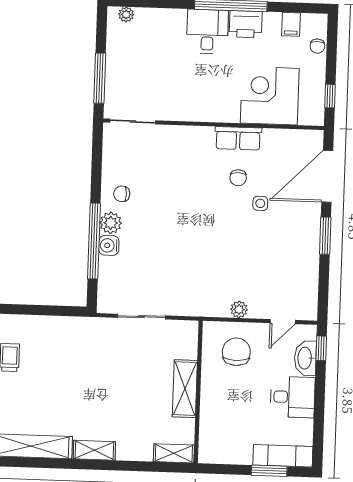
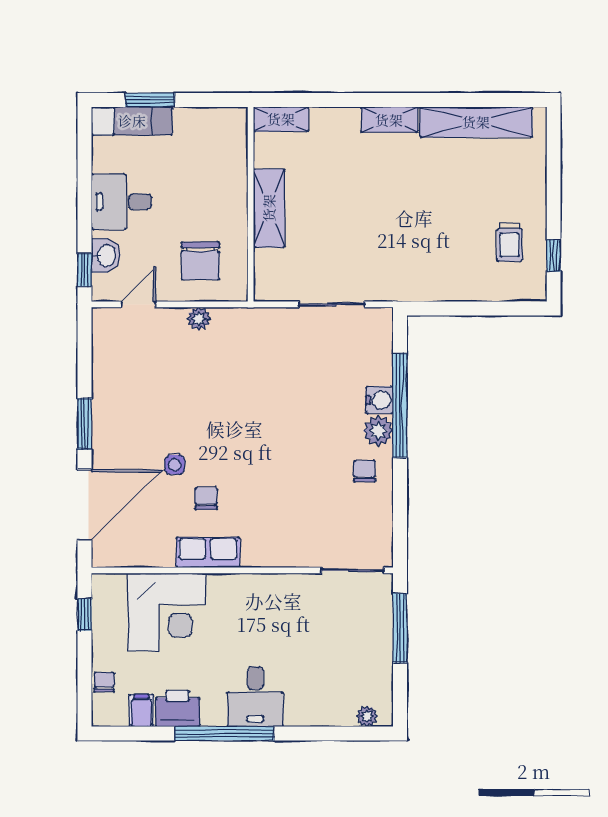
printer: (246, 24) -> (178, 709), moved
chair: (122, 194) -> (364, 471), turned -90
washbasin: (305, 358) -> (106, 255), width x0.72

